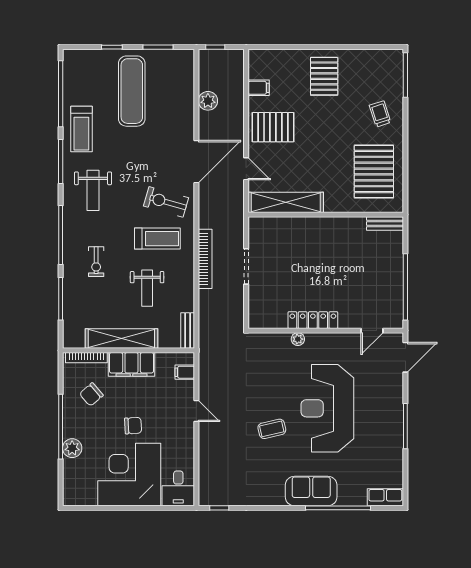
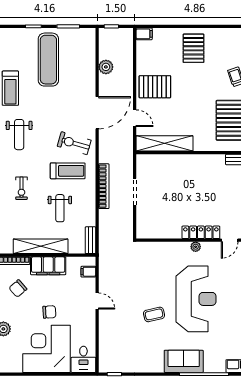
filing cabinet: (259, 88) -> (144, 34), moved
locker: (313, 320) -> (201, 232), moved
plant: (298, 339) -> (196, 247), moved
reception desk: (327, 408) -> (196, 299), turned 180

